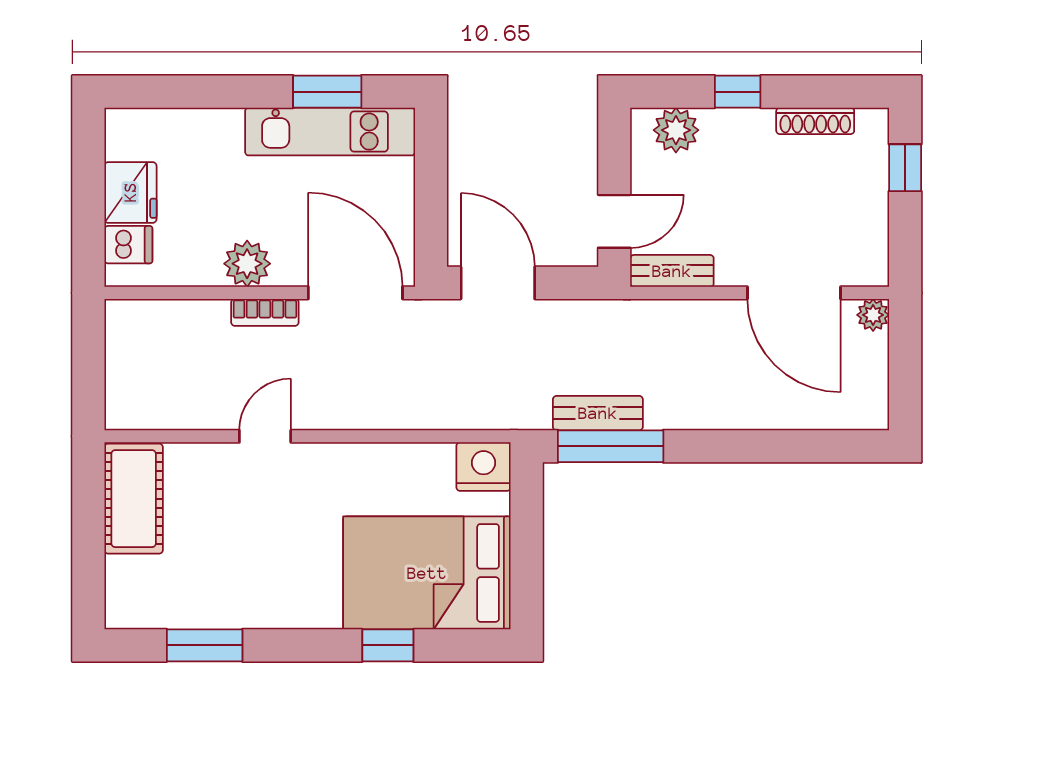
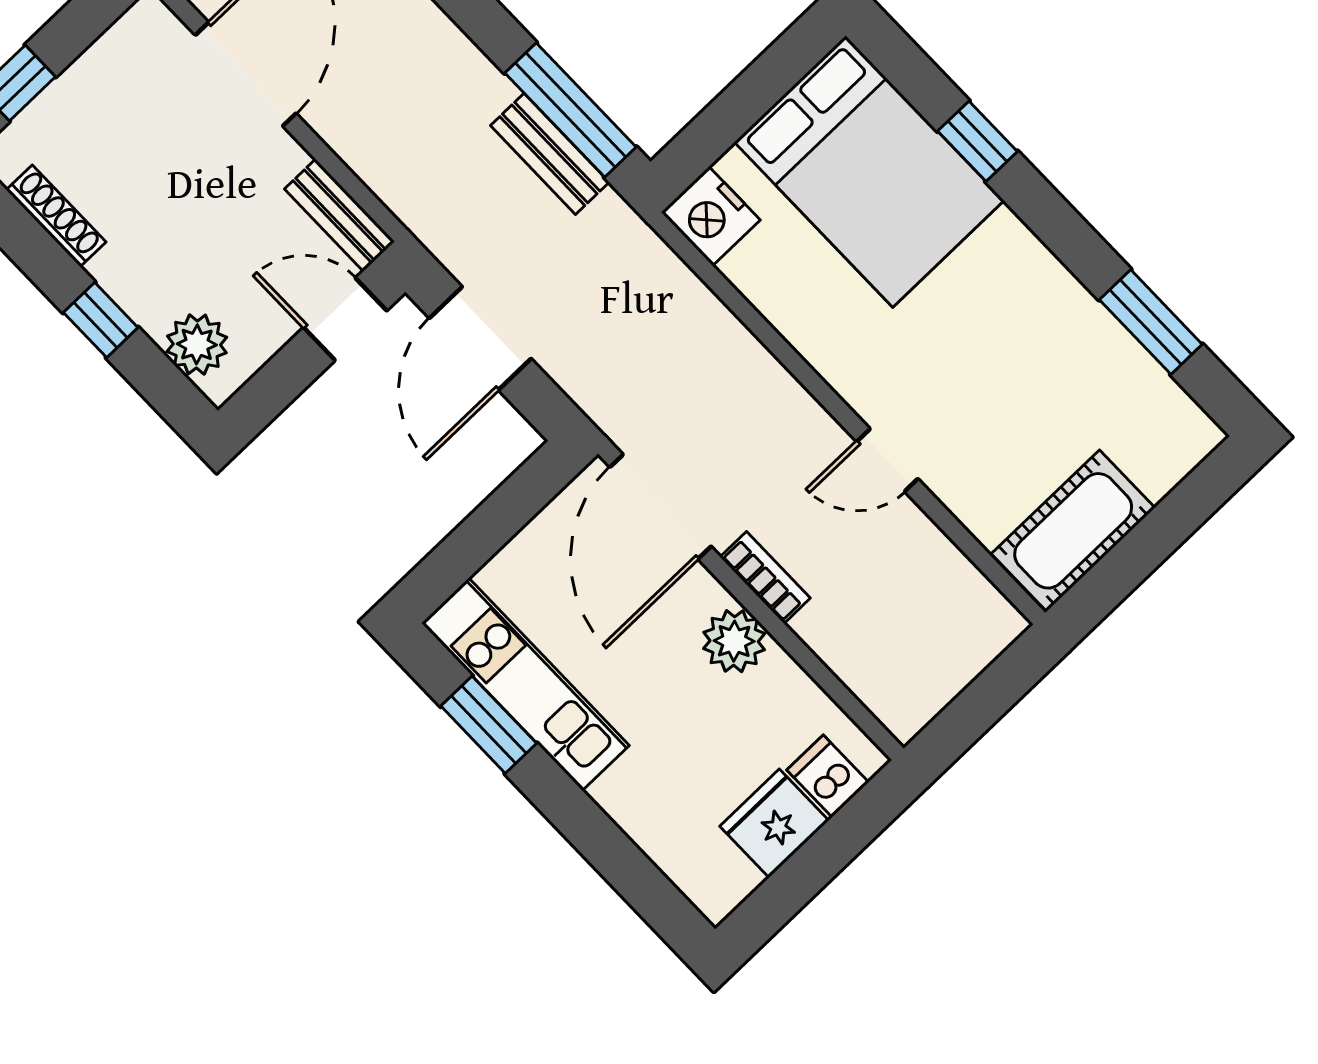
door: (498, 283) -> (480, 338), moved

